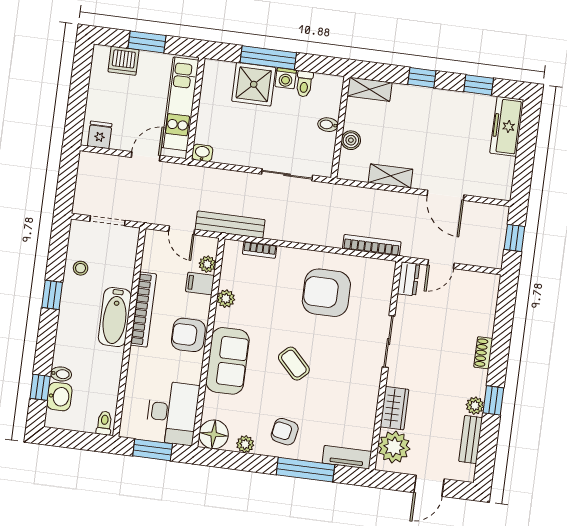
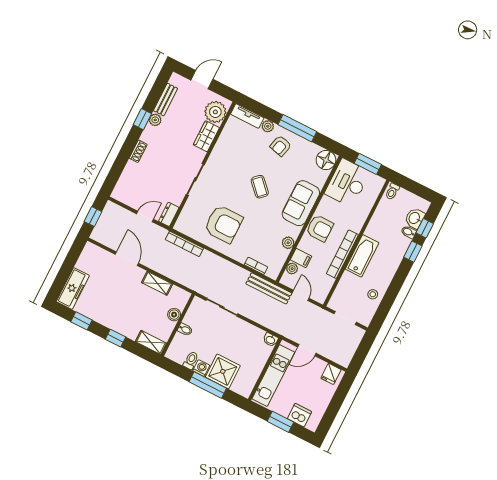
window: (52, 295) -> (413, 252), moved
armchair: (285, 432) -> (281, 146), turned 93
plant: (245, 444) -> (268, 126), moved
window: (305, 470) -> (297, 128), moved

